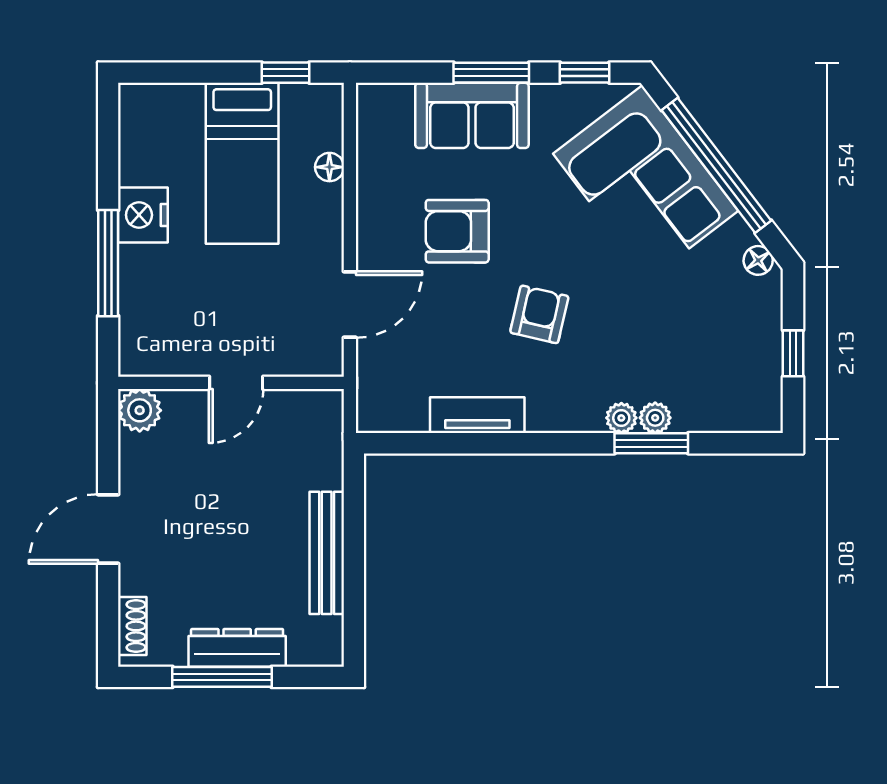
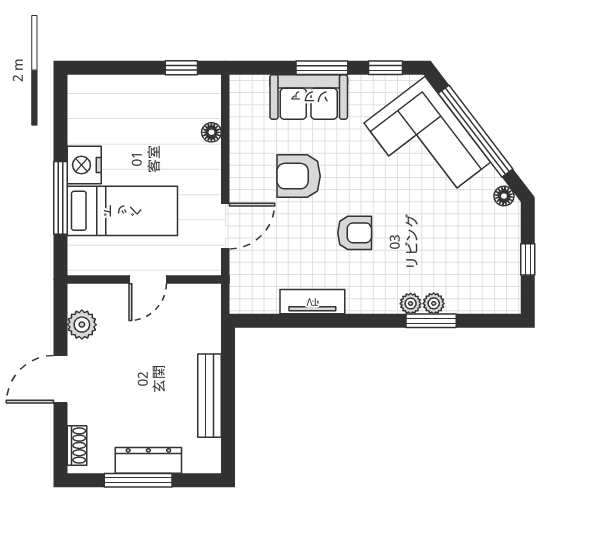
bed: (242, 163) -> (122, 211), moved, turned -90
armchair: (539, 314) -> (355, 233), turned 77
plant: (140, 410) -> (82, 325), moved

